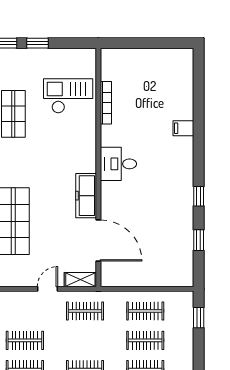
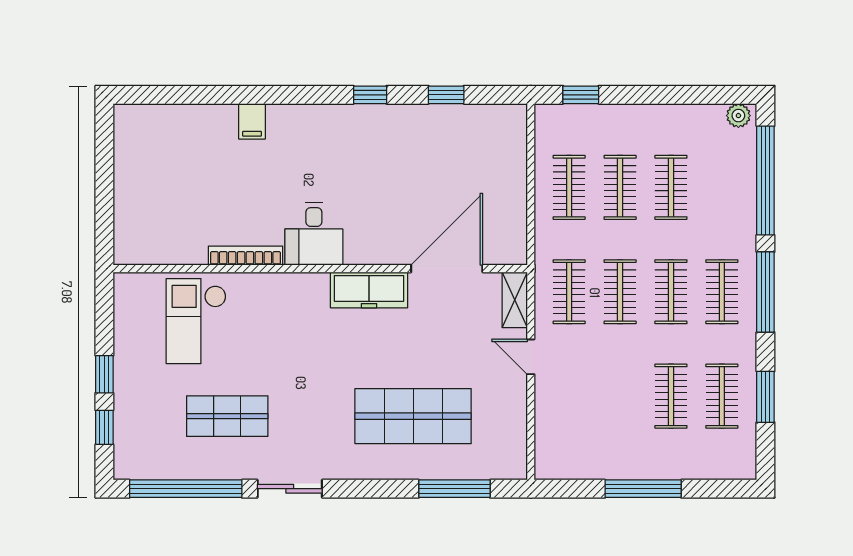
bookcase: (106, 103) -> (246, 256), moved
clothes rail: (25, 340) -> (620, 292), moved

